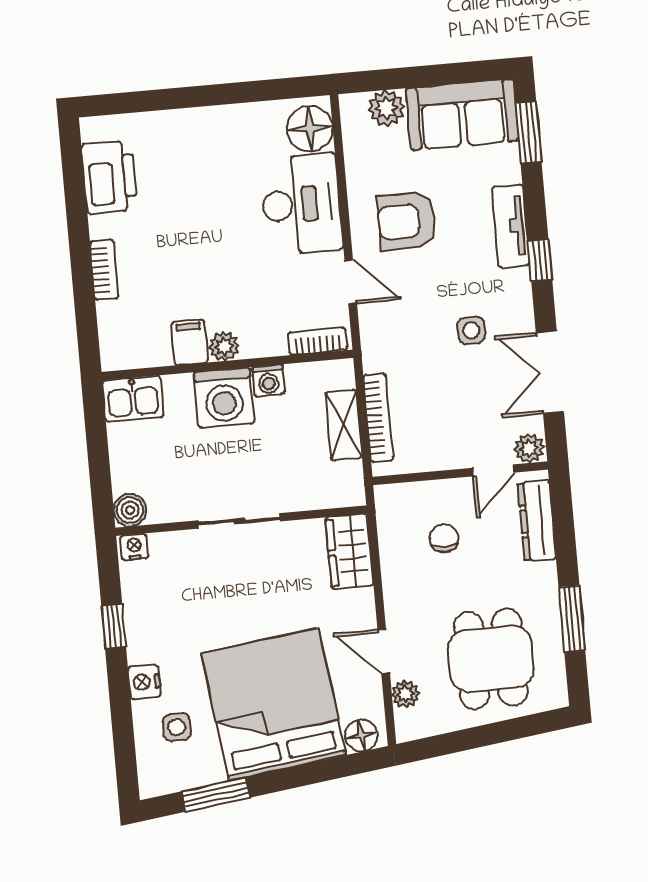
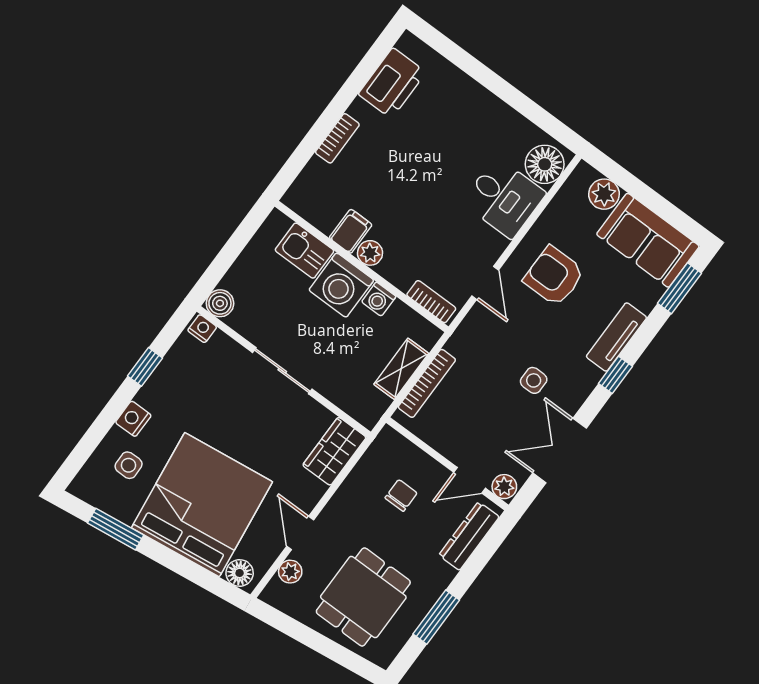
desk: (301, 204) -> (504, 198), width x0.73
kitchen sink: (133, 399) -> (304, 251), moved

